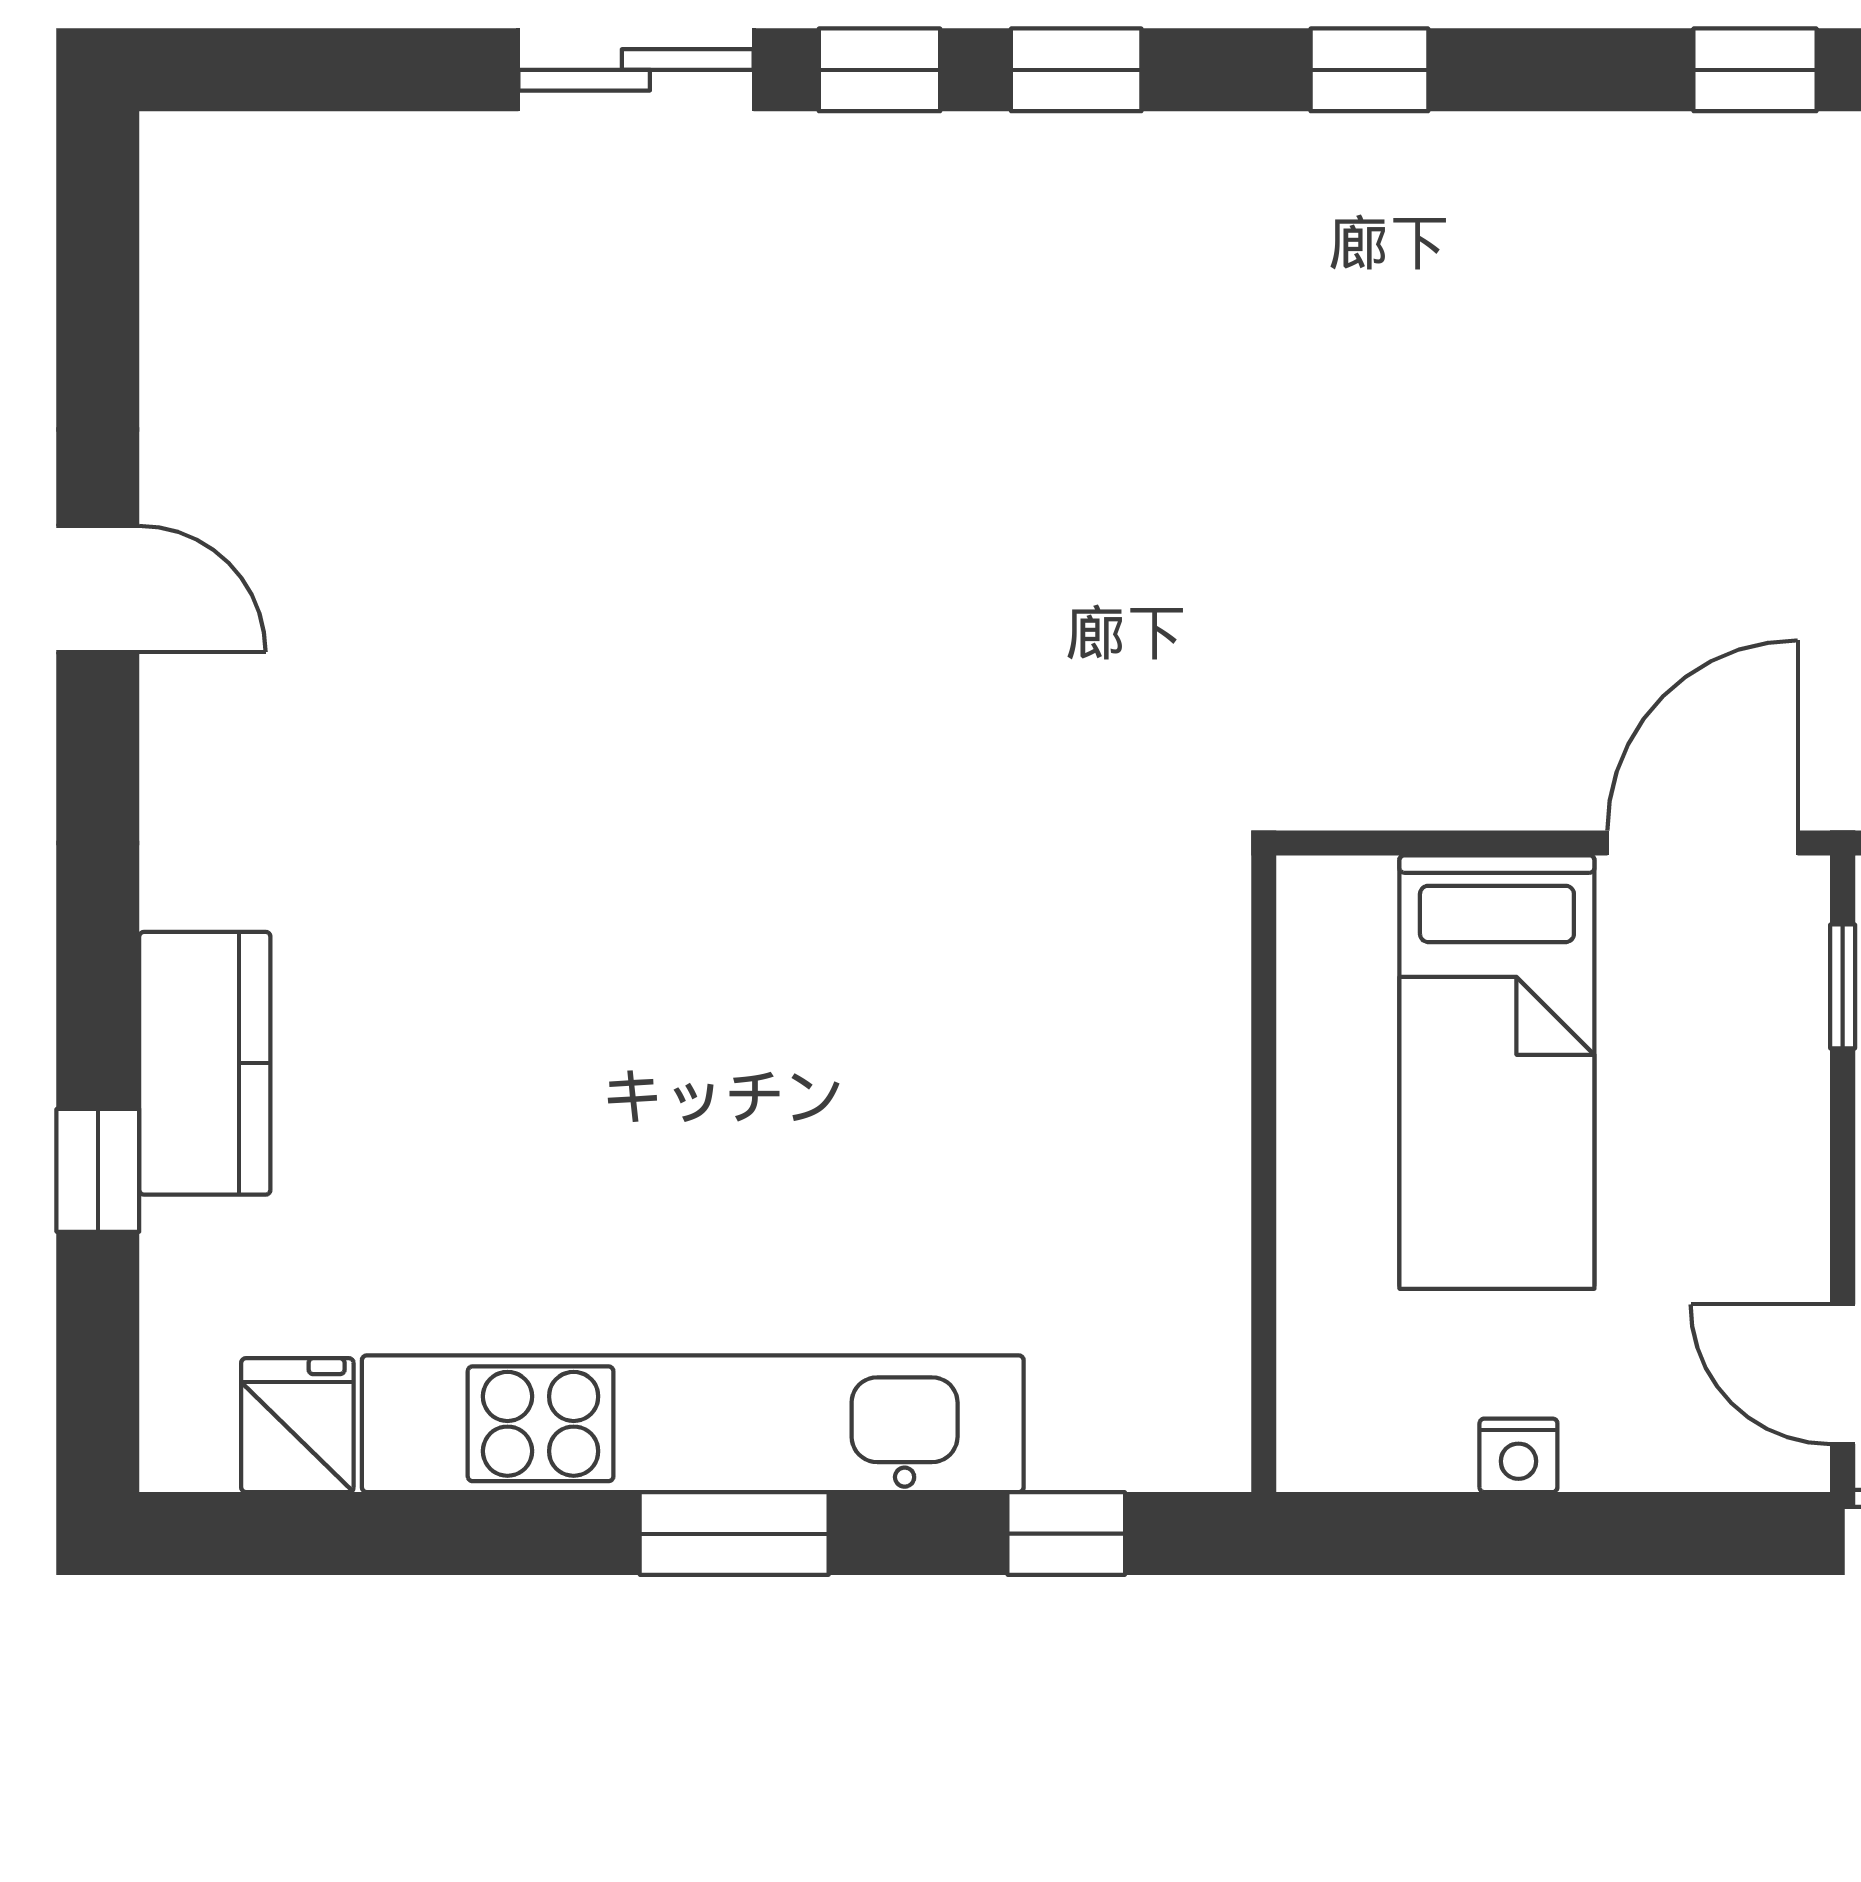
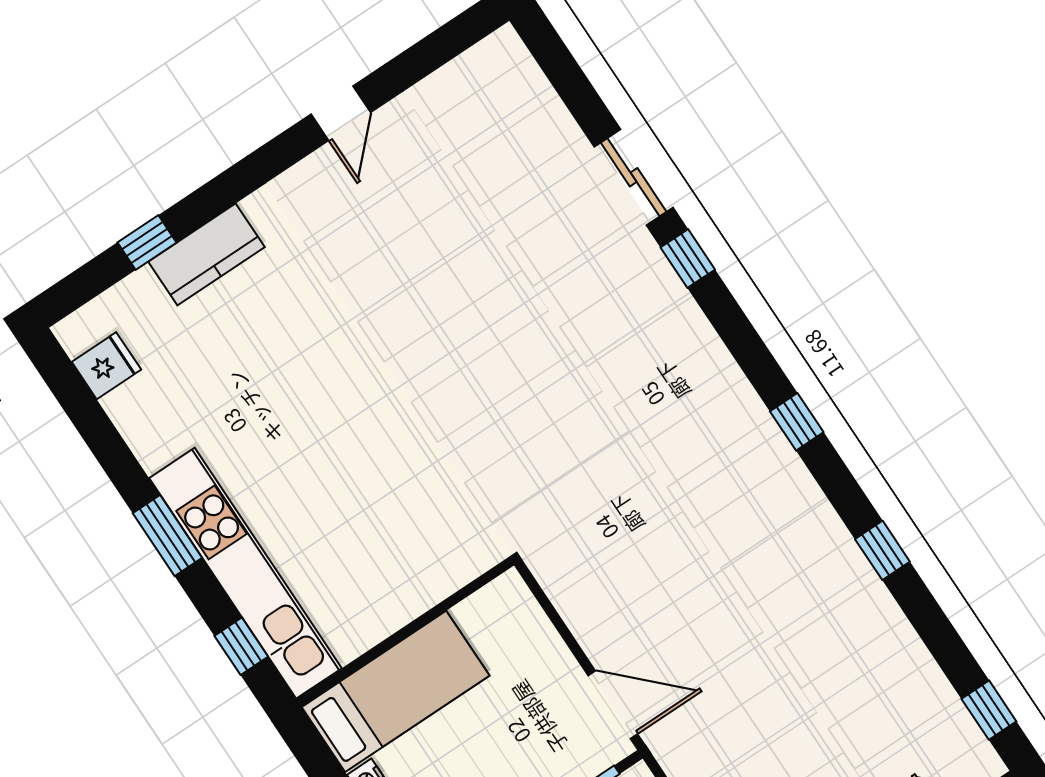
window: (1076, 70) -> (732, 324), removed
bed: (1497, 1072) -> (396, 691), moved, turned 180
kitchen unit: (693, 1424) -> (245, 573), moved

